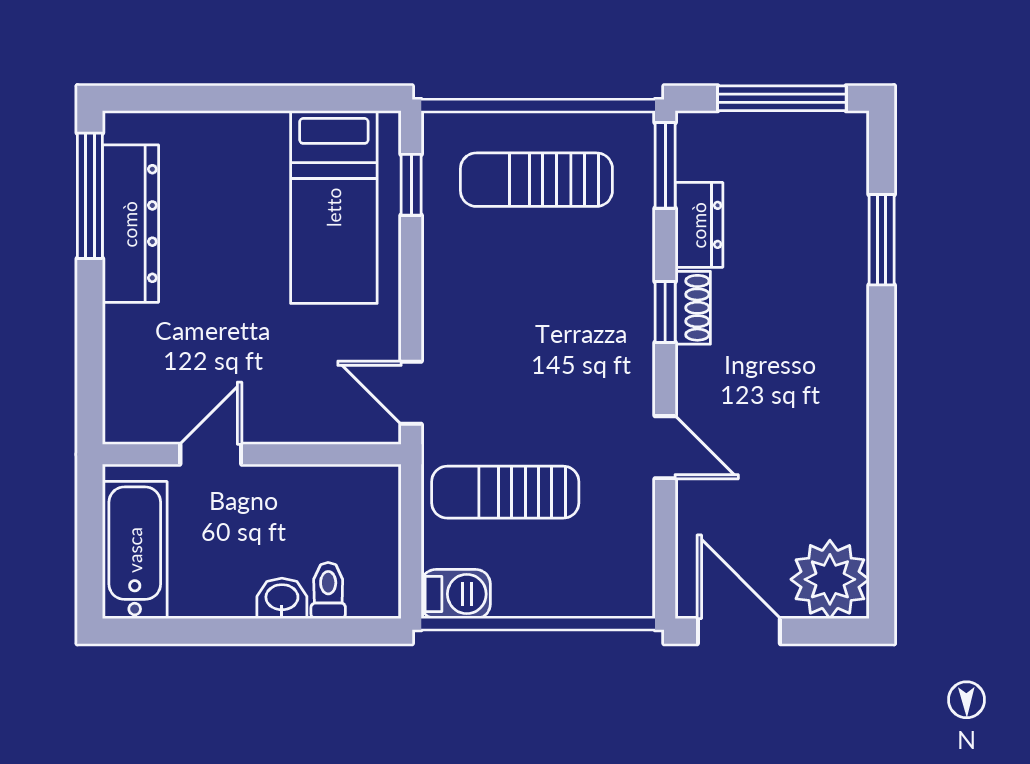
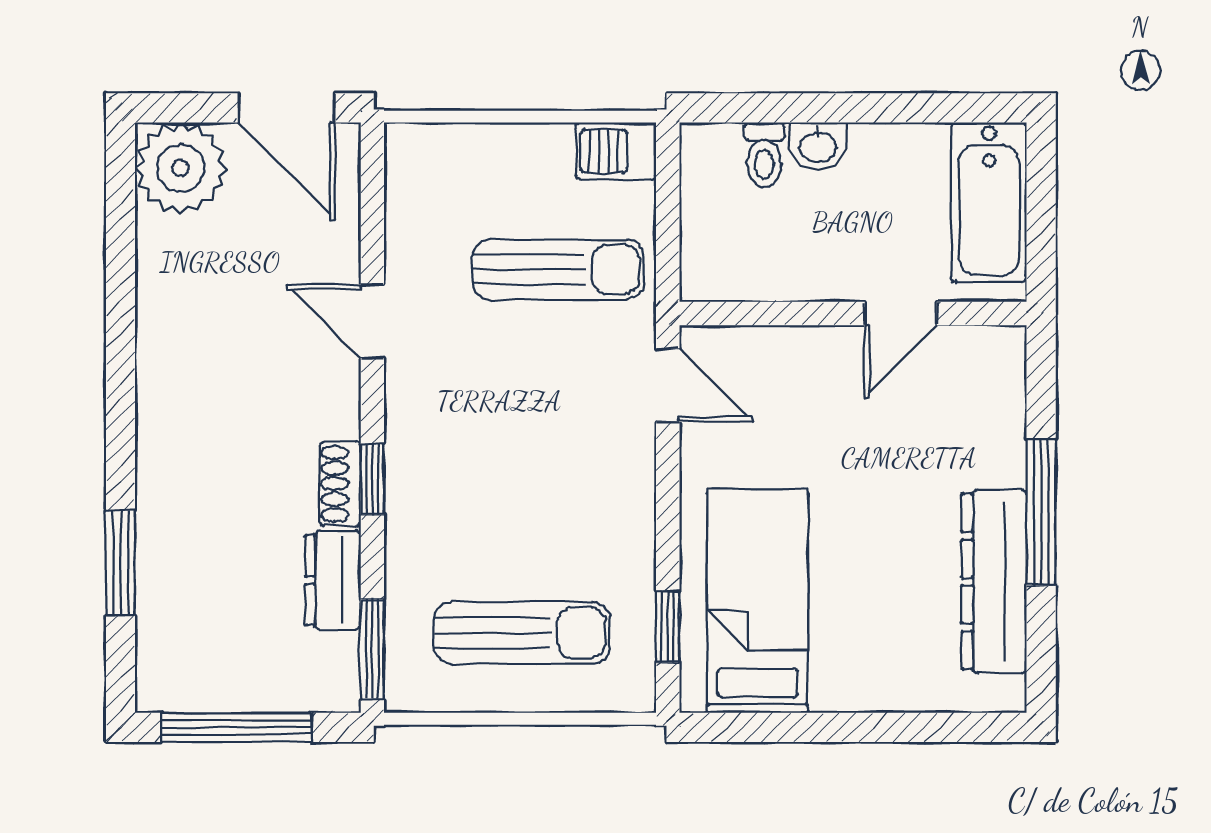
window: (90, 196) -> (1041, 512), moved

